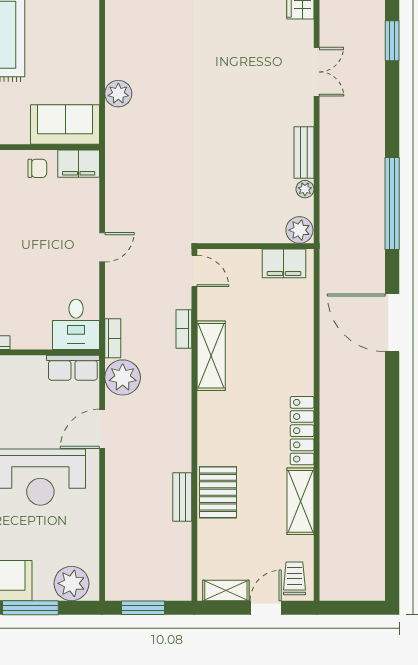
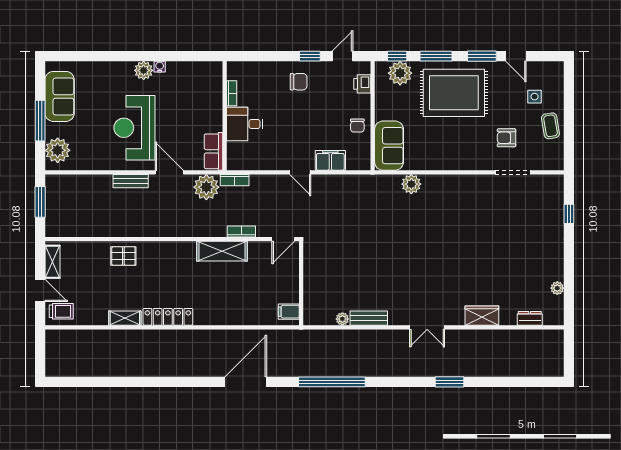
filing cabinet: (79, 164) -> (330, 160), moved, turned 90
plant: (299, 230) -> (313, 315), removed
filing cabinet: (284, 263) -> (289, 312), width x0.50
desk: (76, 324) -> (245, 124), moved
pallet: (218, 492) -> (123, 256), width x0.67, depth x0.71
bench: (182, 497) -> (131, 181), moved
shelving: (300, 501) -> (125, 318), width x0.67, depth x0.75

